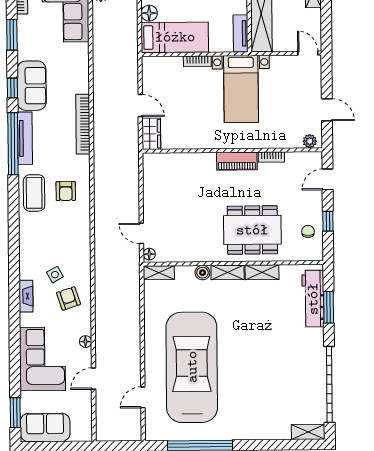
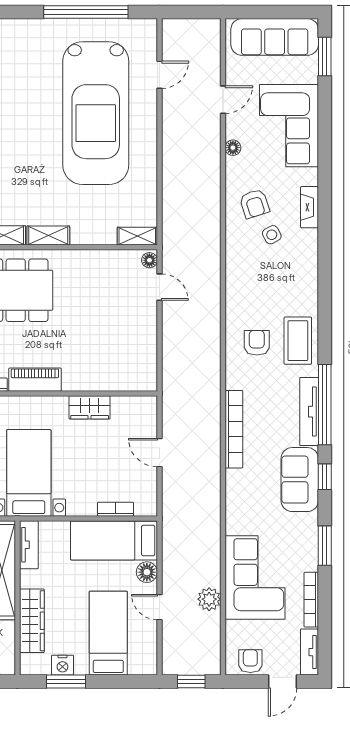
bookcase: (197, 61) -> (116, 509), moved
wardrobe: (151, 134) -> (90, 407), moved, turned -90
boiler: (202, 273) -> (81, 236), removed
sofa: (45, 427) -> (275, 37), width x1.36

